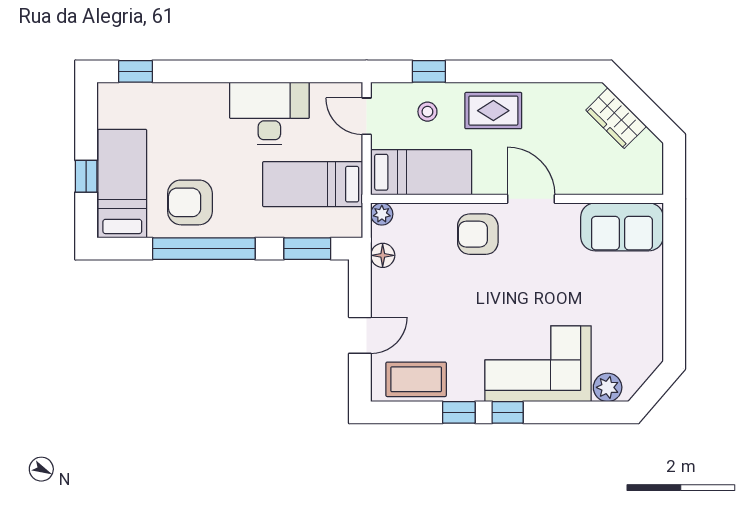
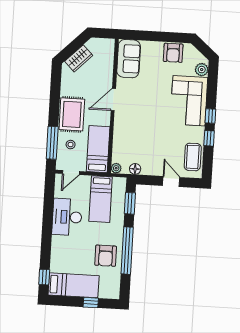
window: (429, 71) -> (52, 143), width x2.17
rug: (493, 111) -> (72, 114), width x1.36, depth x1.43
bed: (122, 184) -> (74, 285), moved, turned 180
armchair: (478, 234) -> (173, 53), moved

